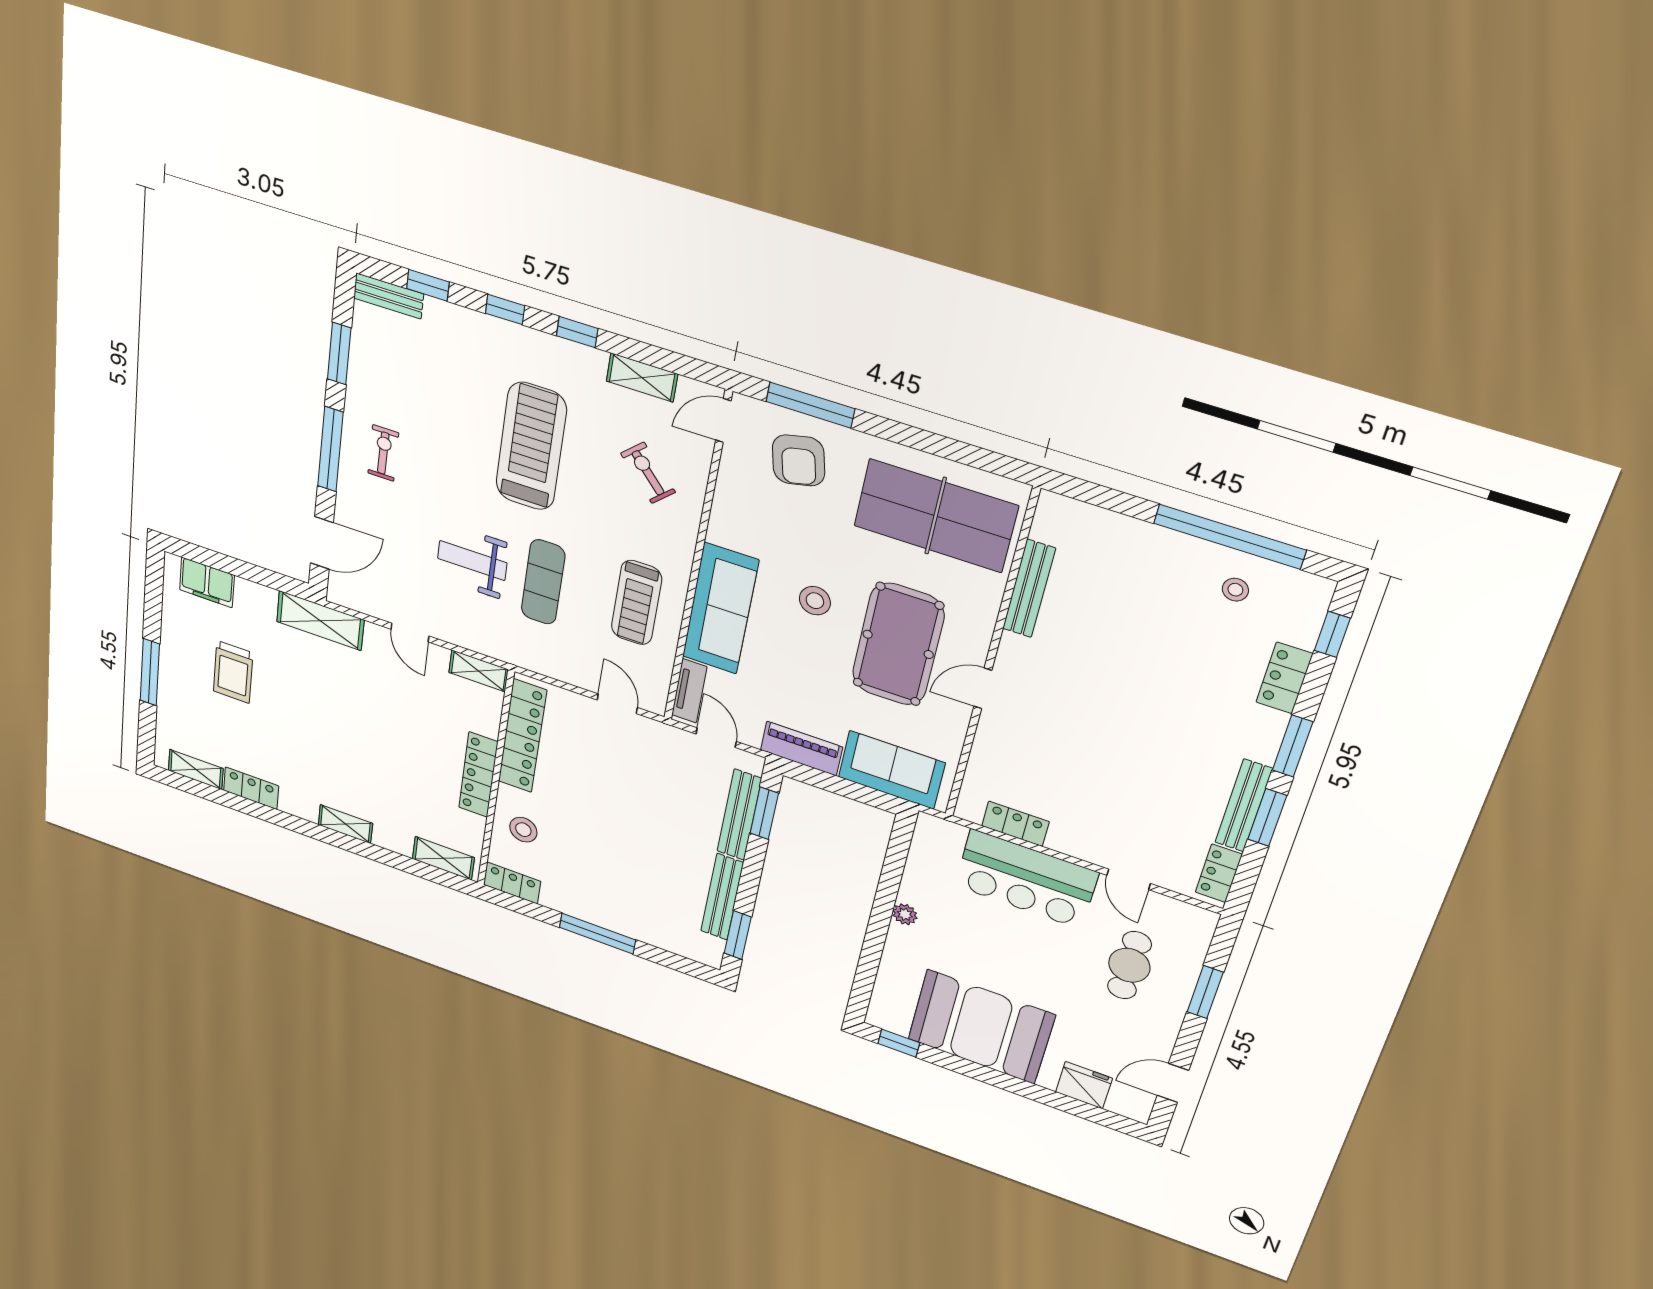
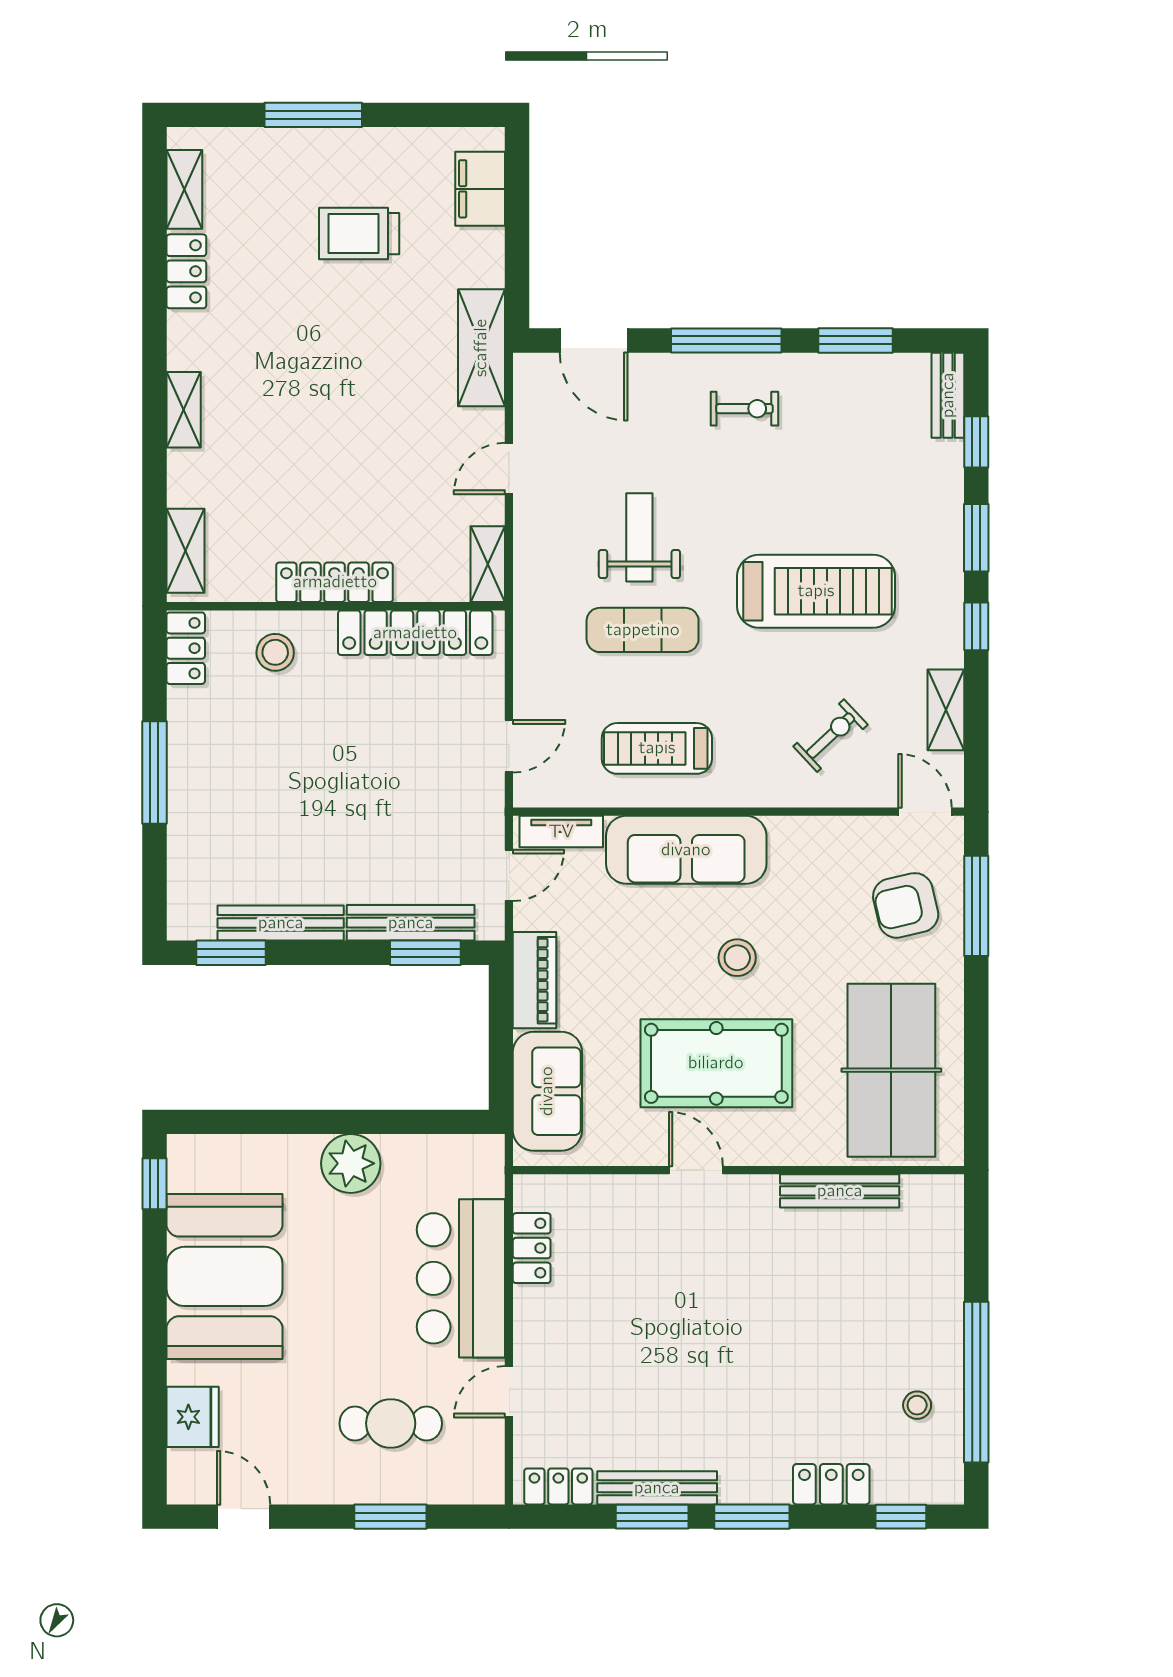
window: (505, 309) -> (976, 538), width x1.50
plant: (905, 914) -> (351, 1163), width x1.88, depth x1.88

